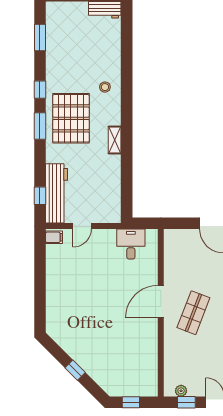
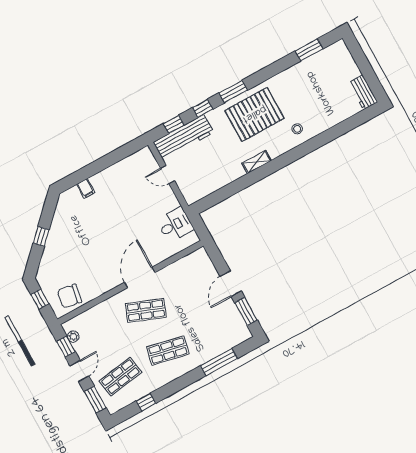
window: (40, 90) -> (203, 108), moved
filing cabinet: (54, 237) -> (86, 188), moved
door: (161, 302) -> (140, 277), hinge flipped
chair: (143, 374) -> (69, 296), added

